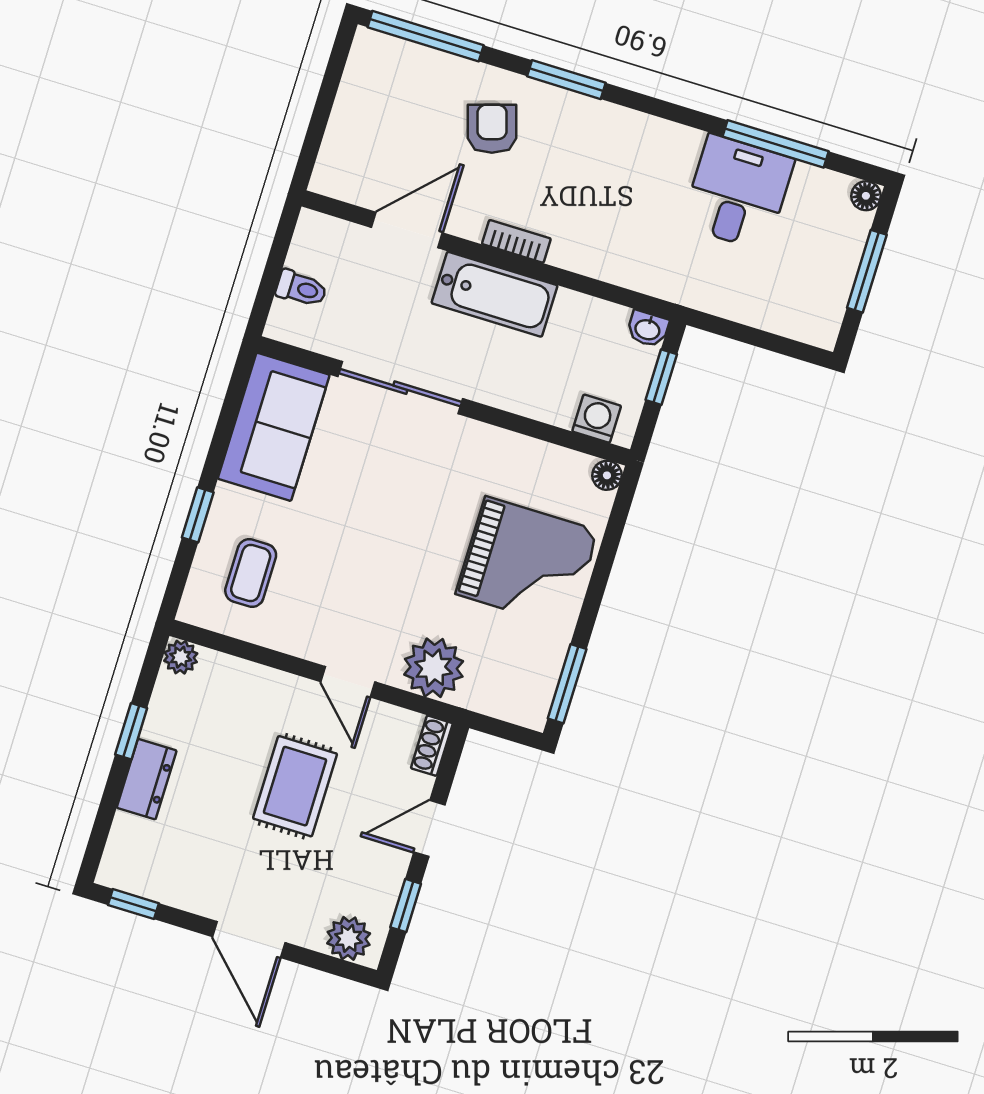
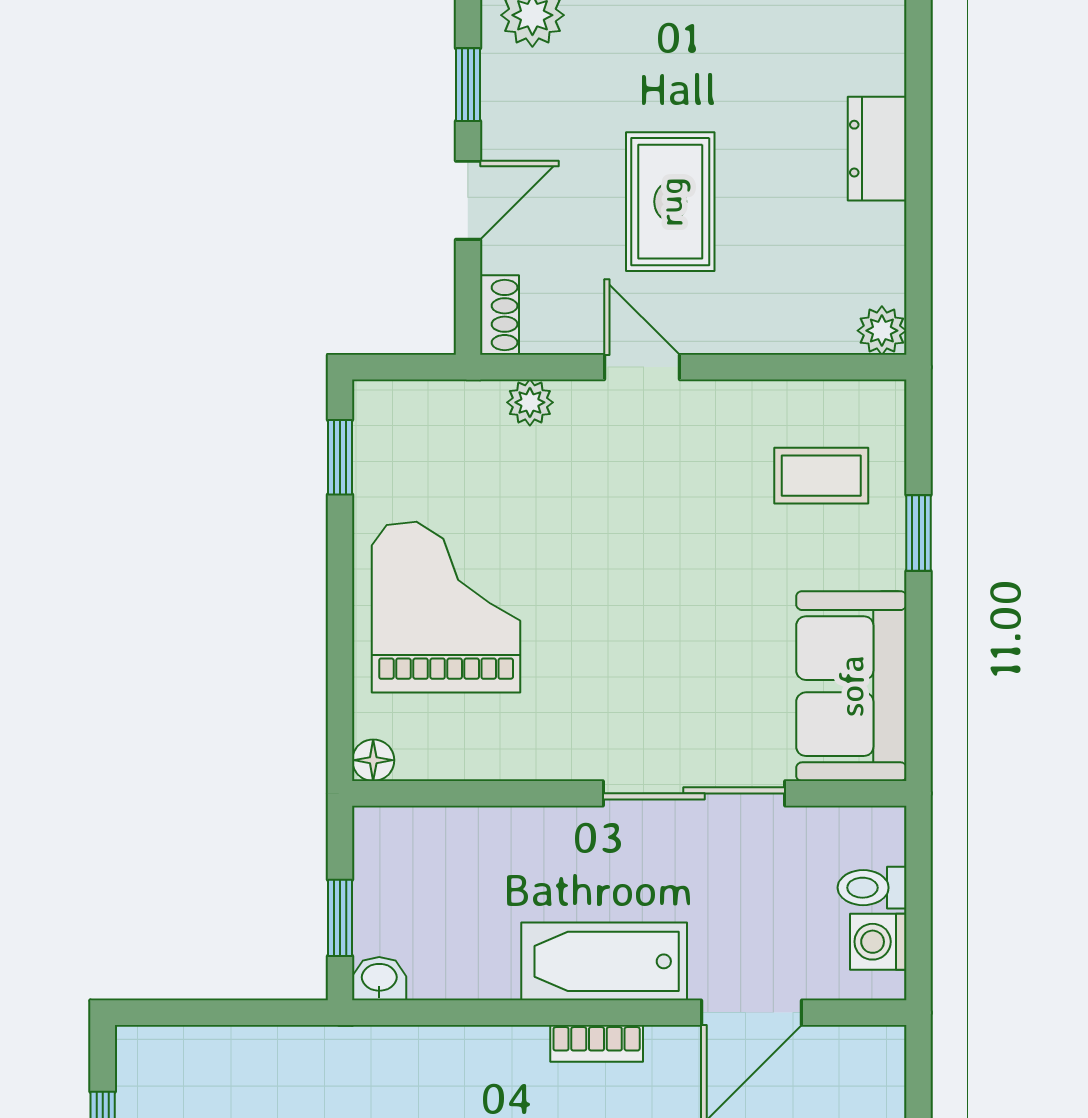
washing machine: (597, 419) -> (878, 942), moved, turned 90
grand piano: (527, 562) -> (446, 607), turned 90
coffee table: (251, 573) -> (821, 476), turned 90
plant: (434, 668) -> (530, 402), width x0.53, depth x0.53
window: (567, 684) -> (340, 457), width x0.67
window: (131, 731) -> (919, 208), removed

